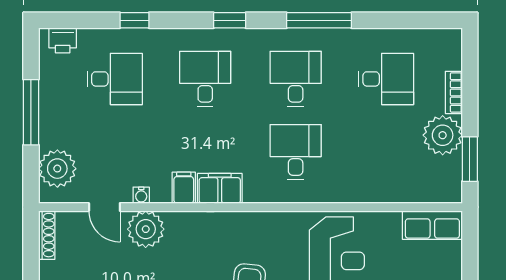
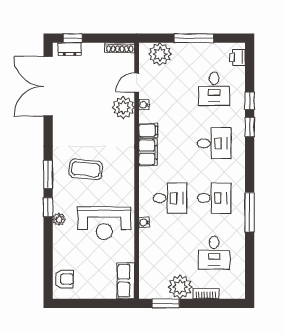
window: (230, 20) -> (250, 127), moved
water cooler: (336, 195) -> (144, 223), added

